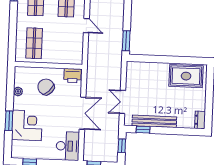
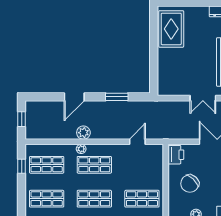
door: (86, 26) -> (137, 142), moved
window: (126, 41) -> (117, 97), moved

